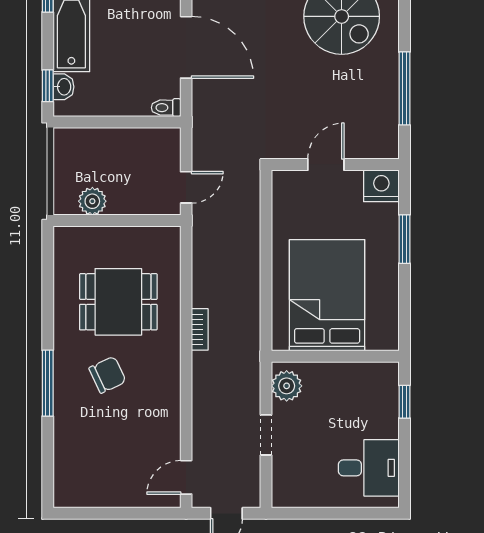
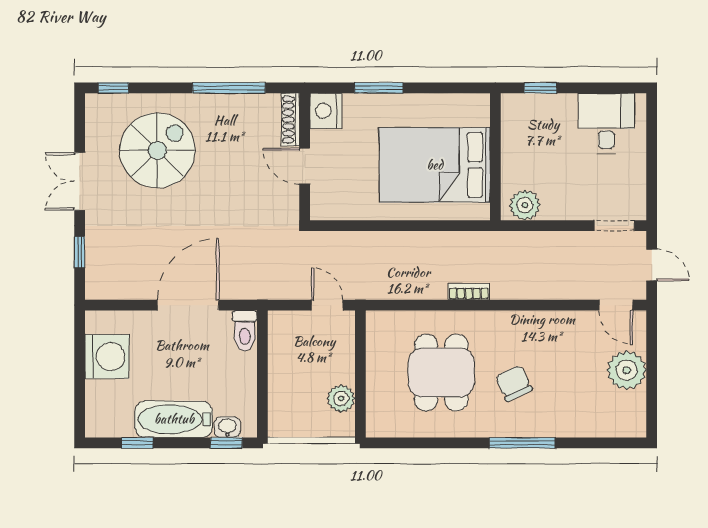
toilet: (166, 108) -> (245, 331), width x1.37, depth x1.39
shoe rack: (373, 150) -> (290, 120), added
doorway: (266, 435) -> (614, 226), moved
plant: (121, 488) -> (627, 370), added

